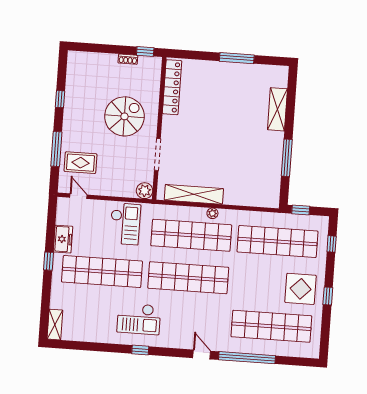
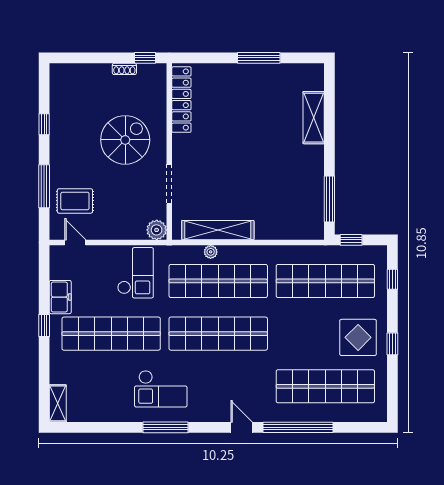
window: (287, 158) -> (329, 199), moved
plant: (212, 213) -> (211, 252), moved
window: (140, 350) -> (165, 427), width x2.17

